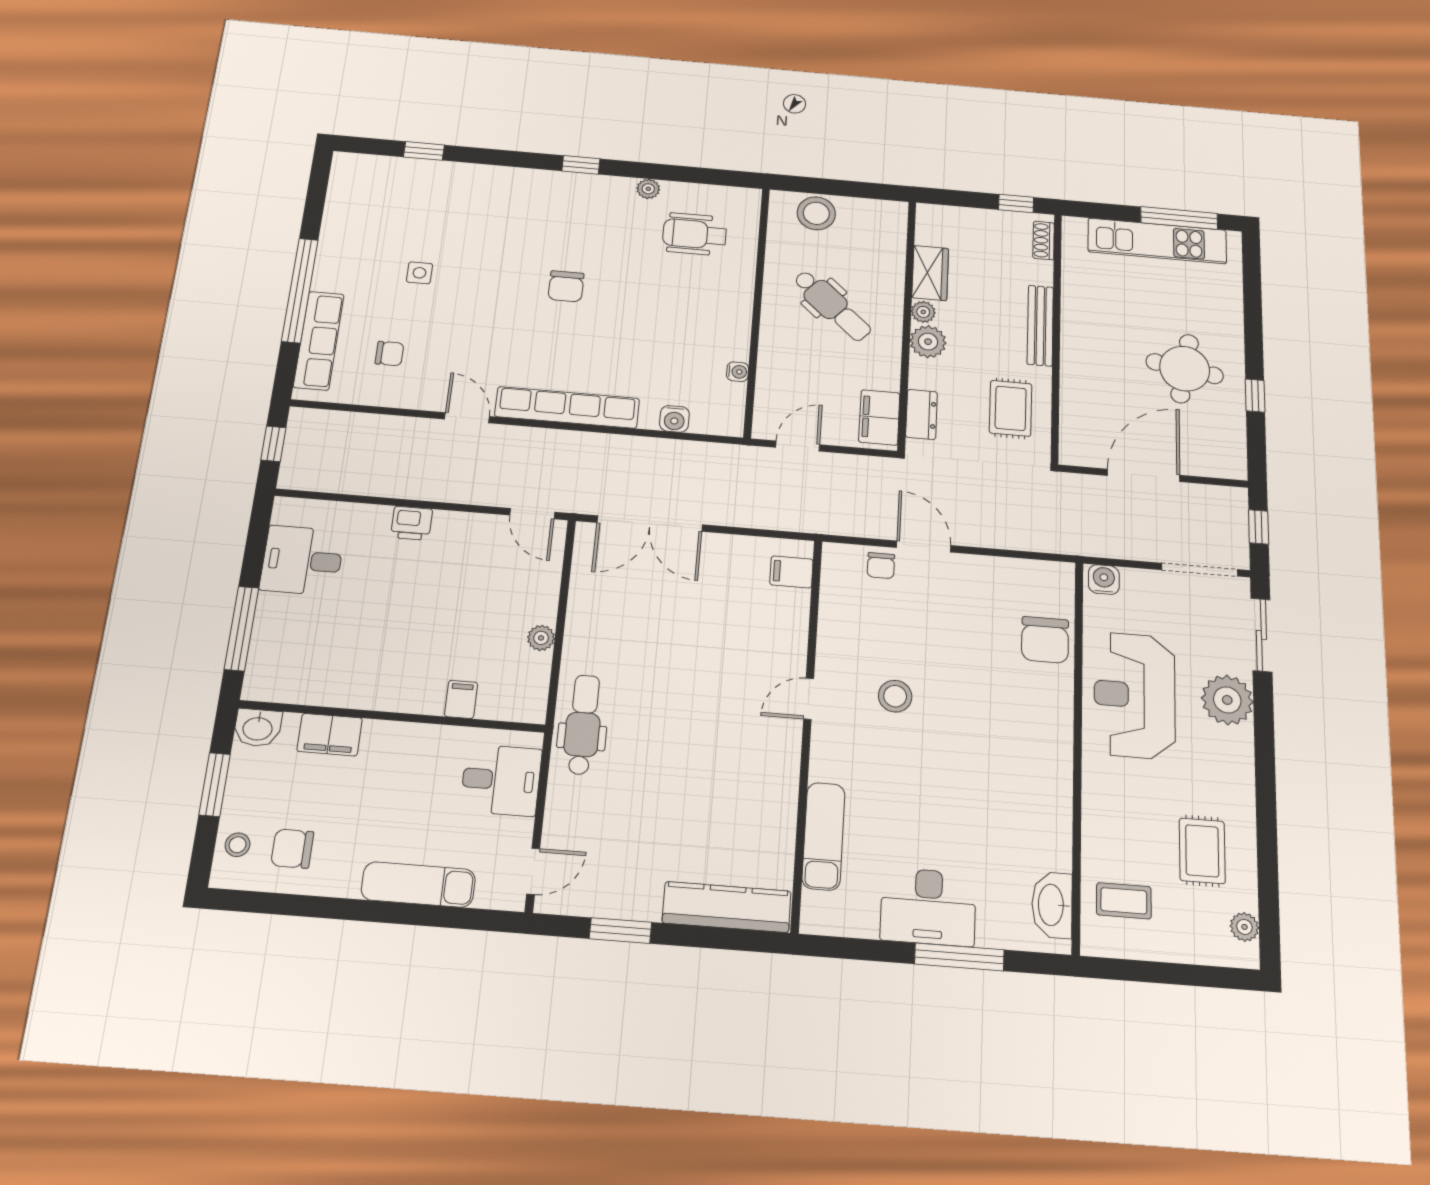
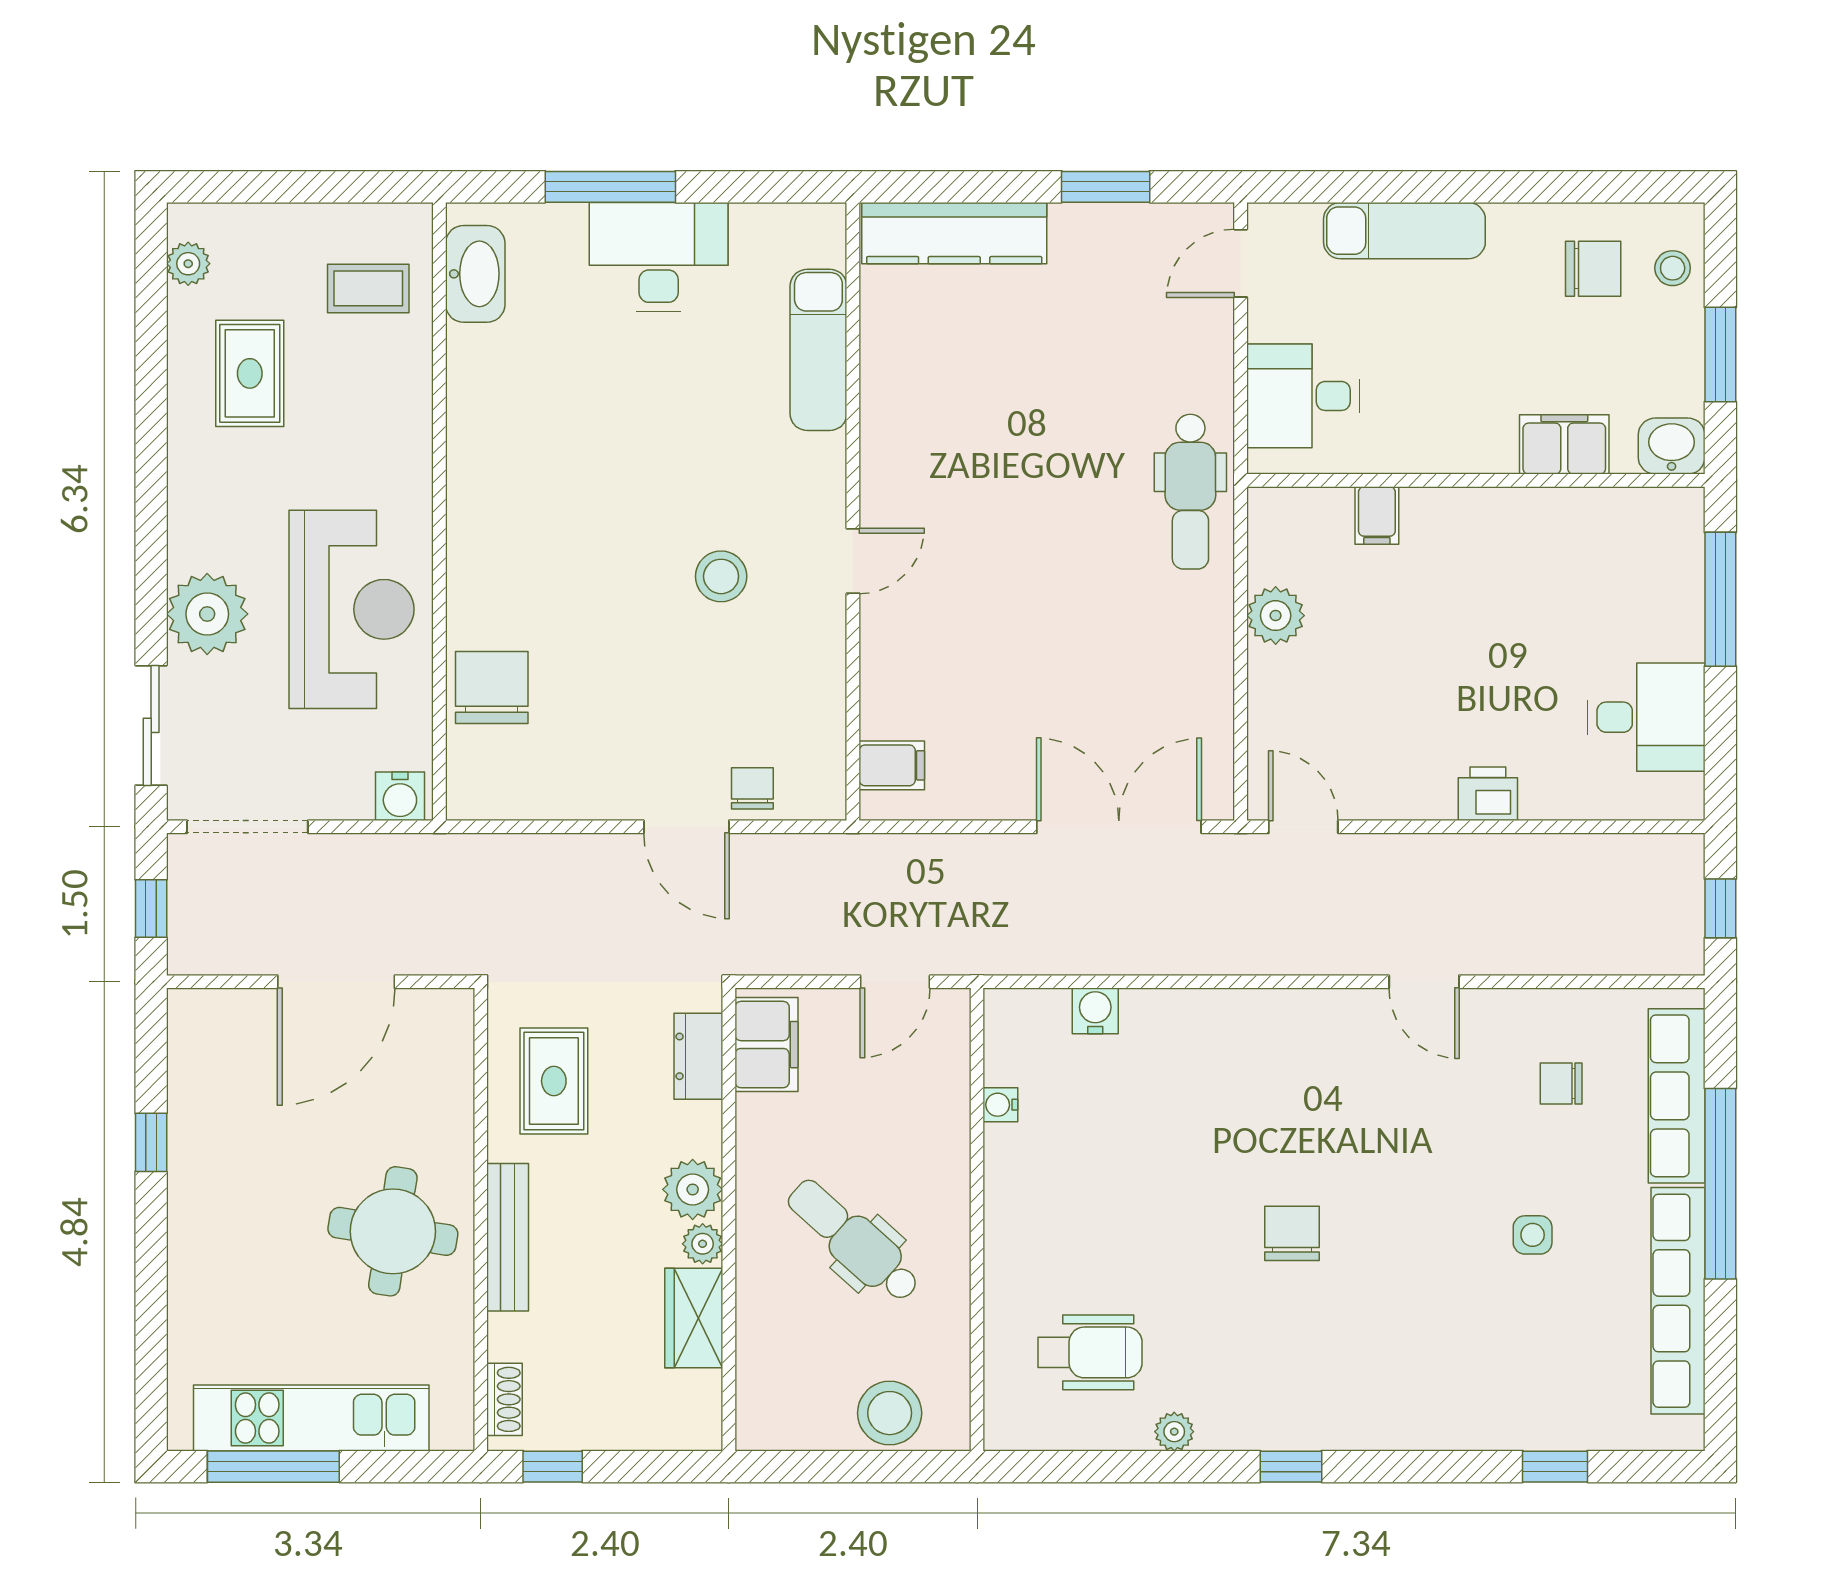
round table: (1185, 369) -> (393, 1231), moved
row of seats: (567, 407) -> (1678, 1301), moved, turned 90
plant: (541, 638) -> (1276, 616), width x1.38, depth x1.38

